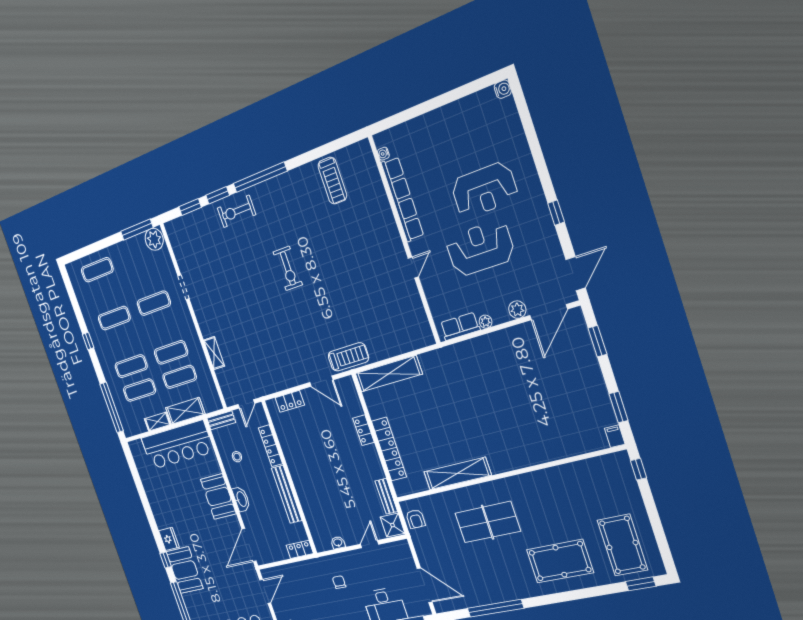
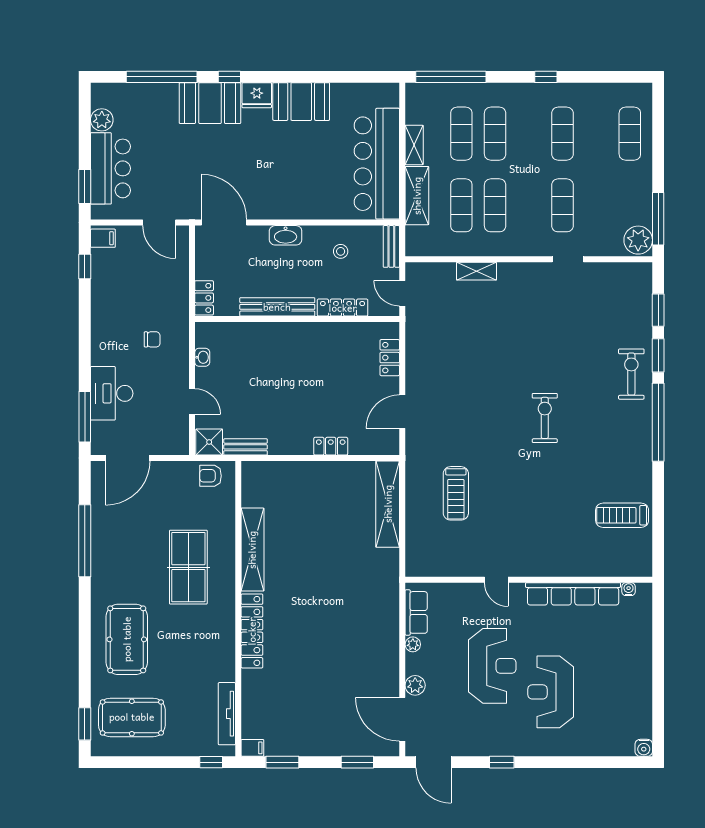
exercise bike: (288, 268) -> (545, 418), turned 90
treadmill: (348, 357) -> (456, 493), moved
locker: (389, 449) -> (252, 631), moved, turned -90
tv unit: (593, 465) -> (227, 714), added
booth: (218, 497) -> (301, 102), moved

